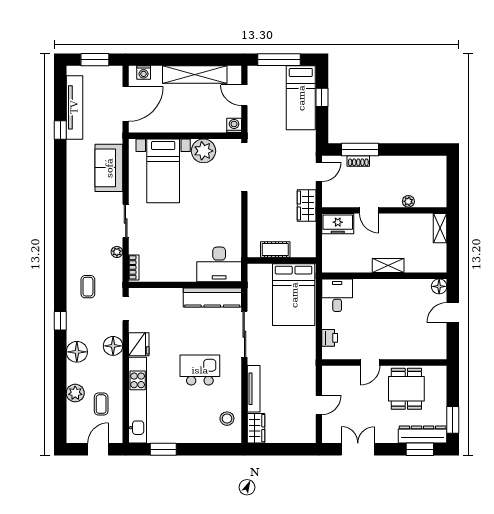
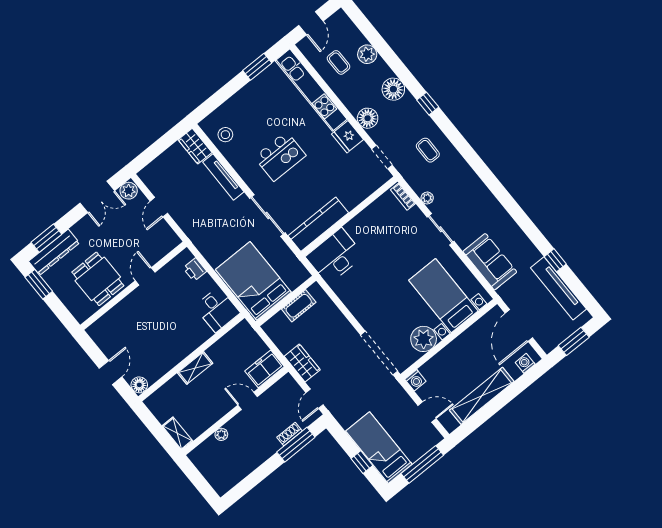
plant: (331, 435) -> (129, 191), added

